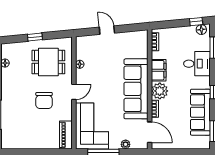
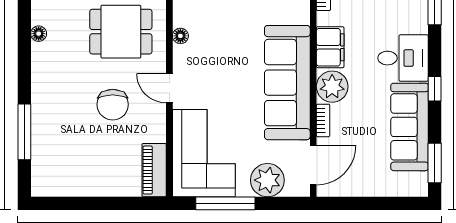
desk: (197, 64) -> (403, 58), moved
door: (74, 92) -> (169, 88), swing flipped
door: (150, 132) -> (313, 165), hinge flipped
plant: (126, 144) -> (267, 180), width x1.87, depth x1.87

